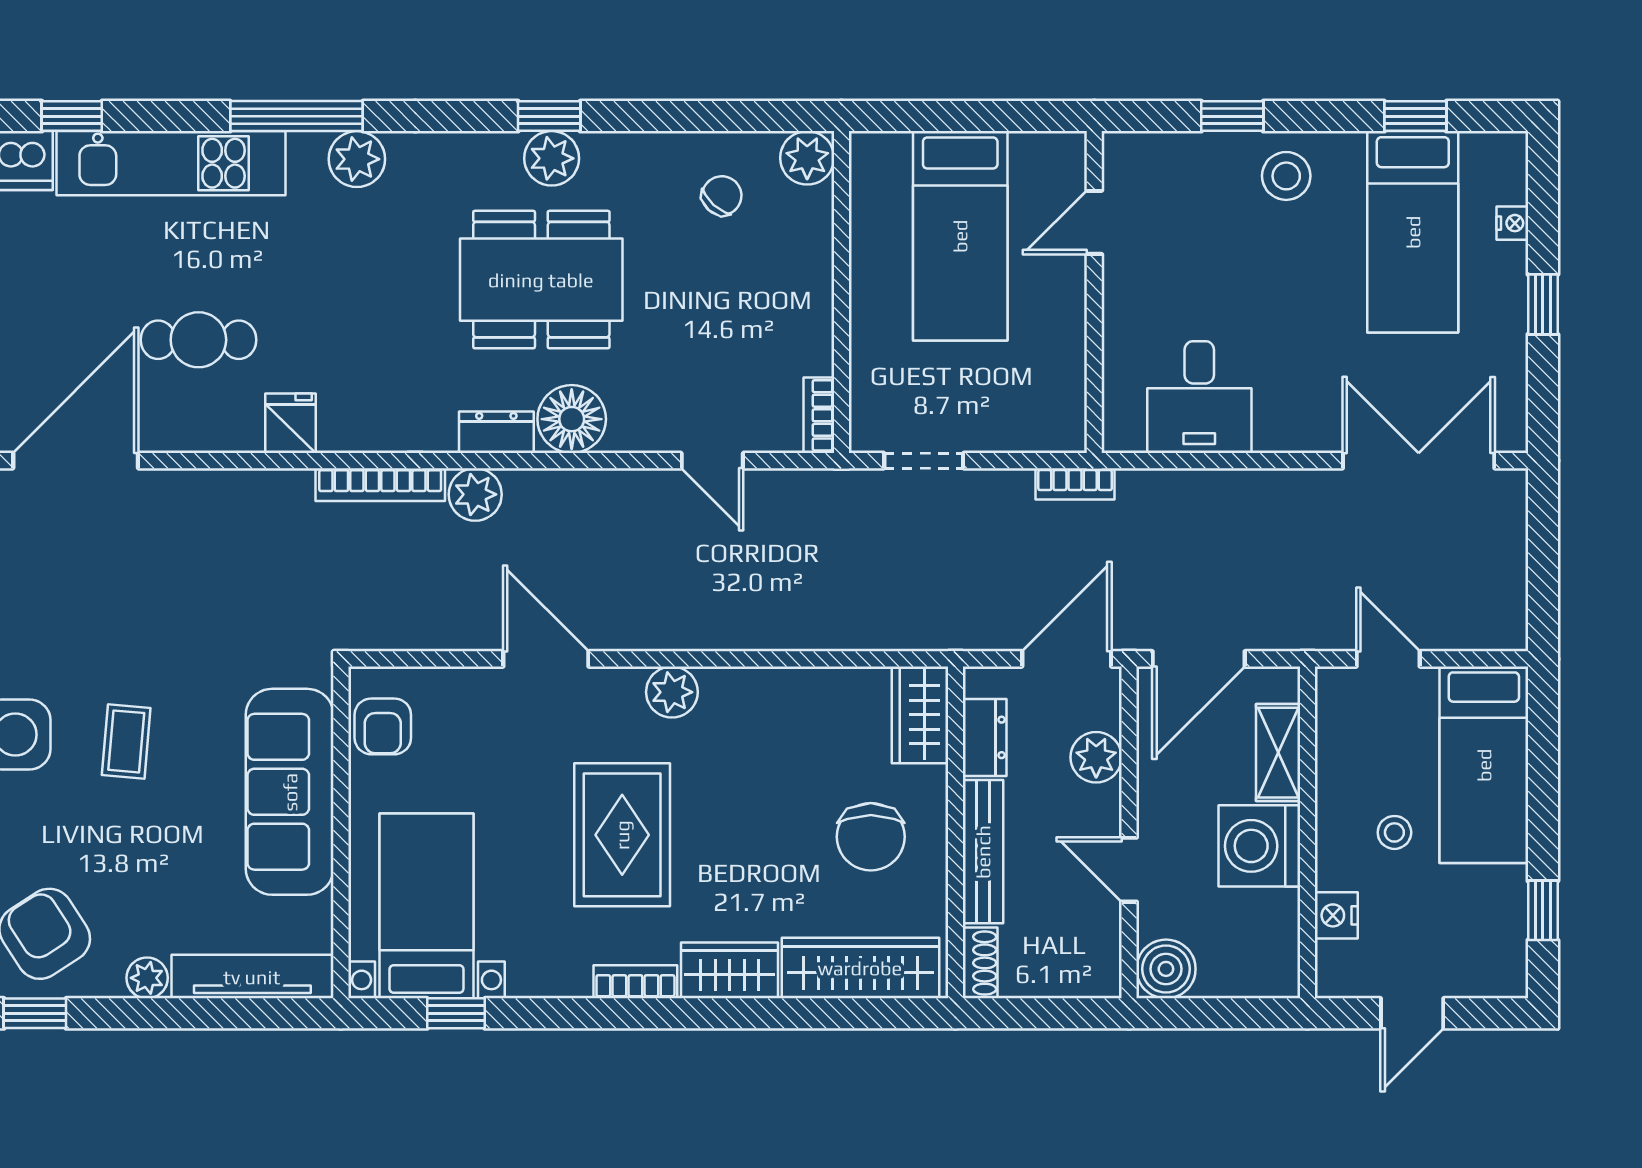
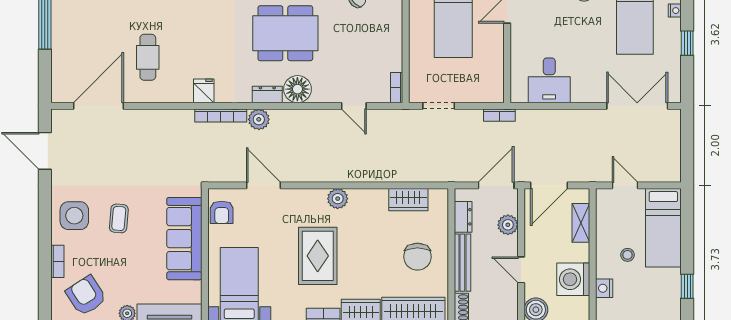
cafe table: (198, 340) -> (148, 57), turned 90
fridge: (291, 423) -> (204, 91), moved
door: (546, 659) -> (263, 185), moved
wardrobe: (920, 715) -> (408, 200), moved, turned -90
washing machine: (1259, 846) -> (573, 279), moved

